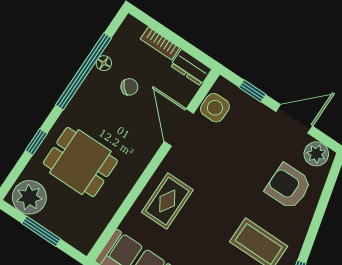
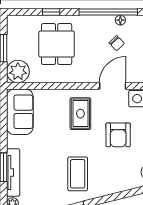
armchair: (288, 186) -> (118, 135), moved, turned 180
plant: (29, 197) -> (18, 71), moved
rug: (167, 201) -> (80, 114), moved, turned 90

